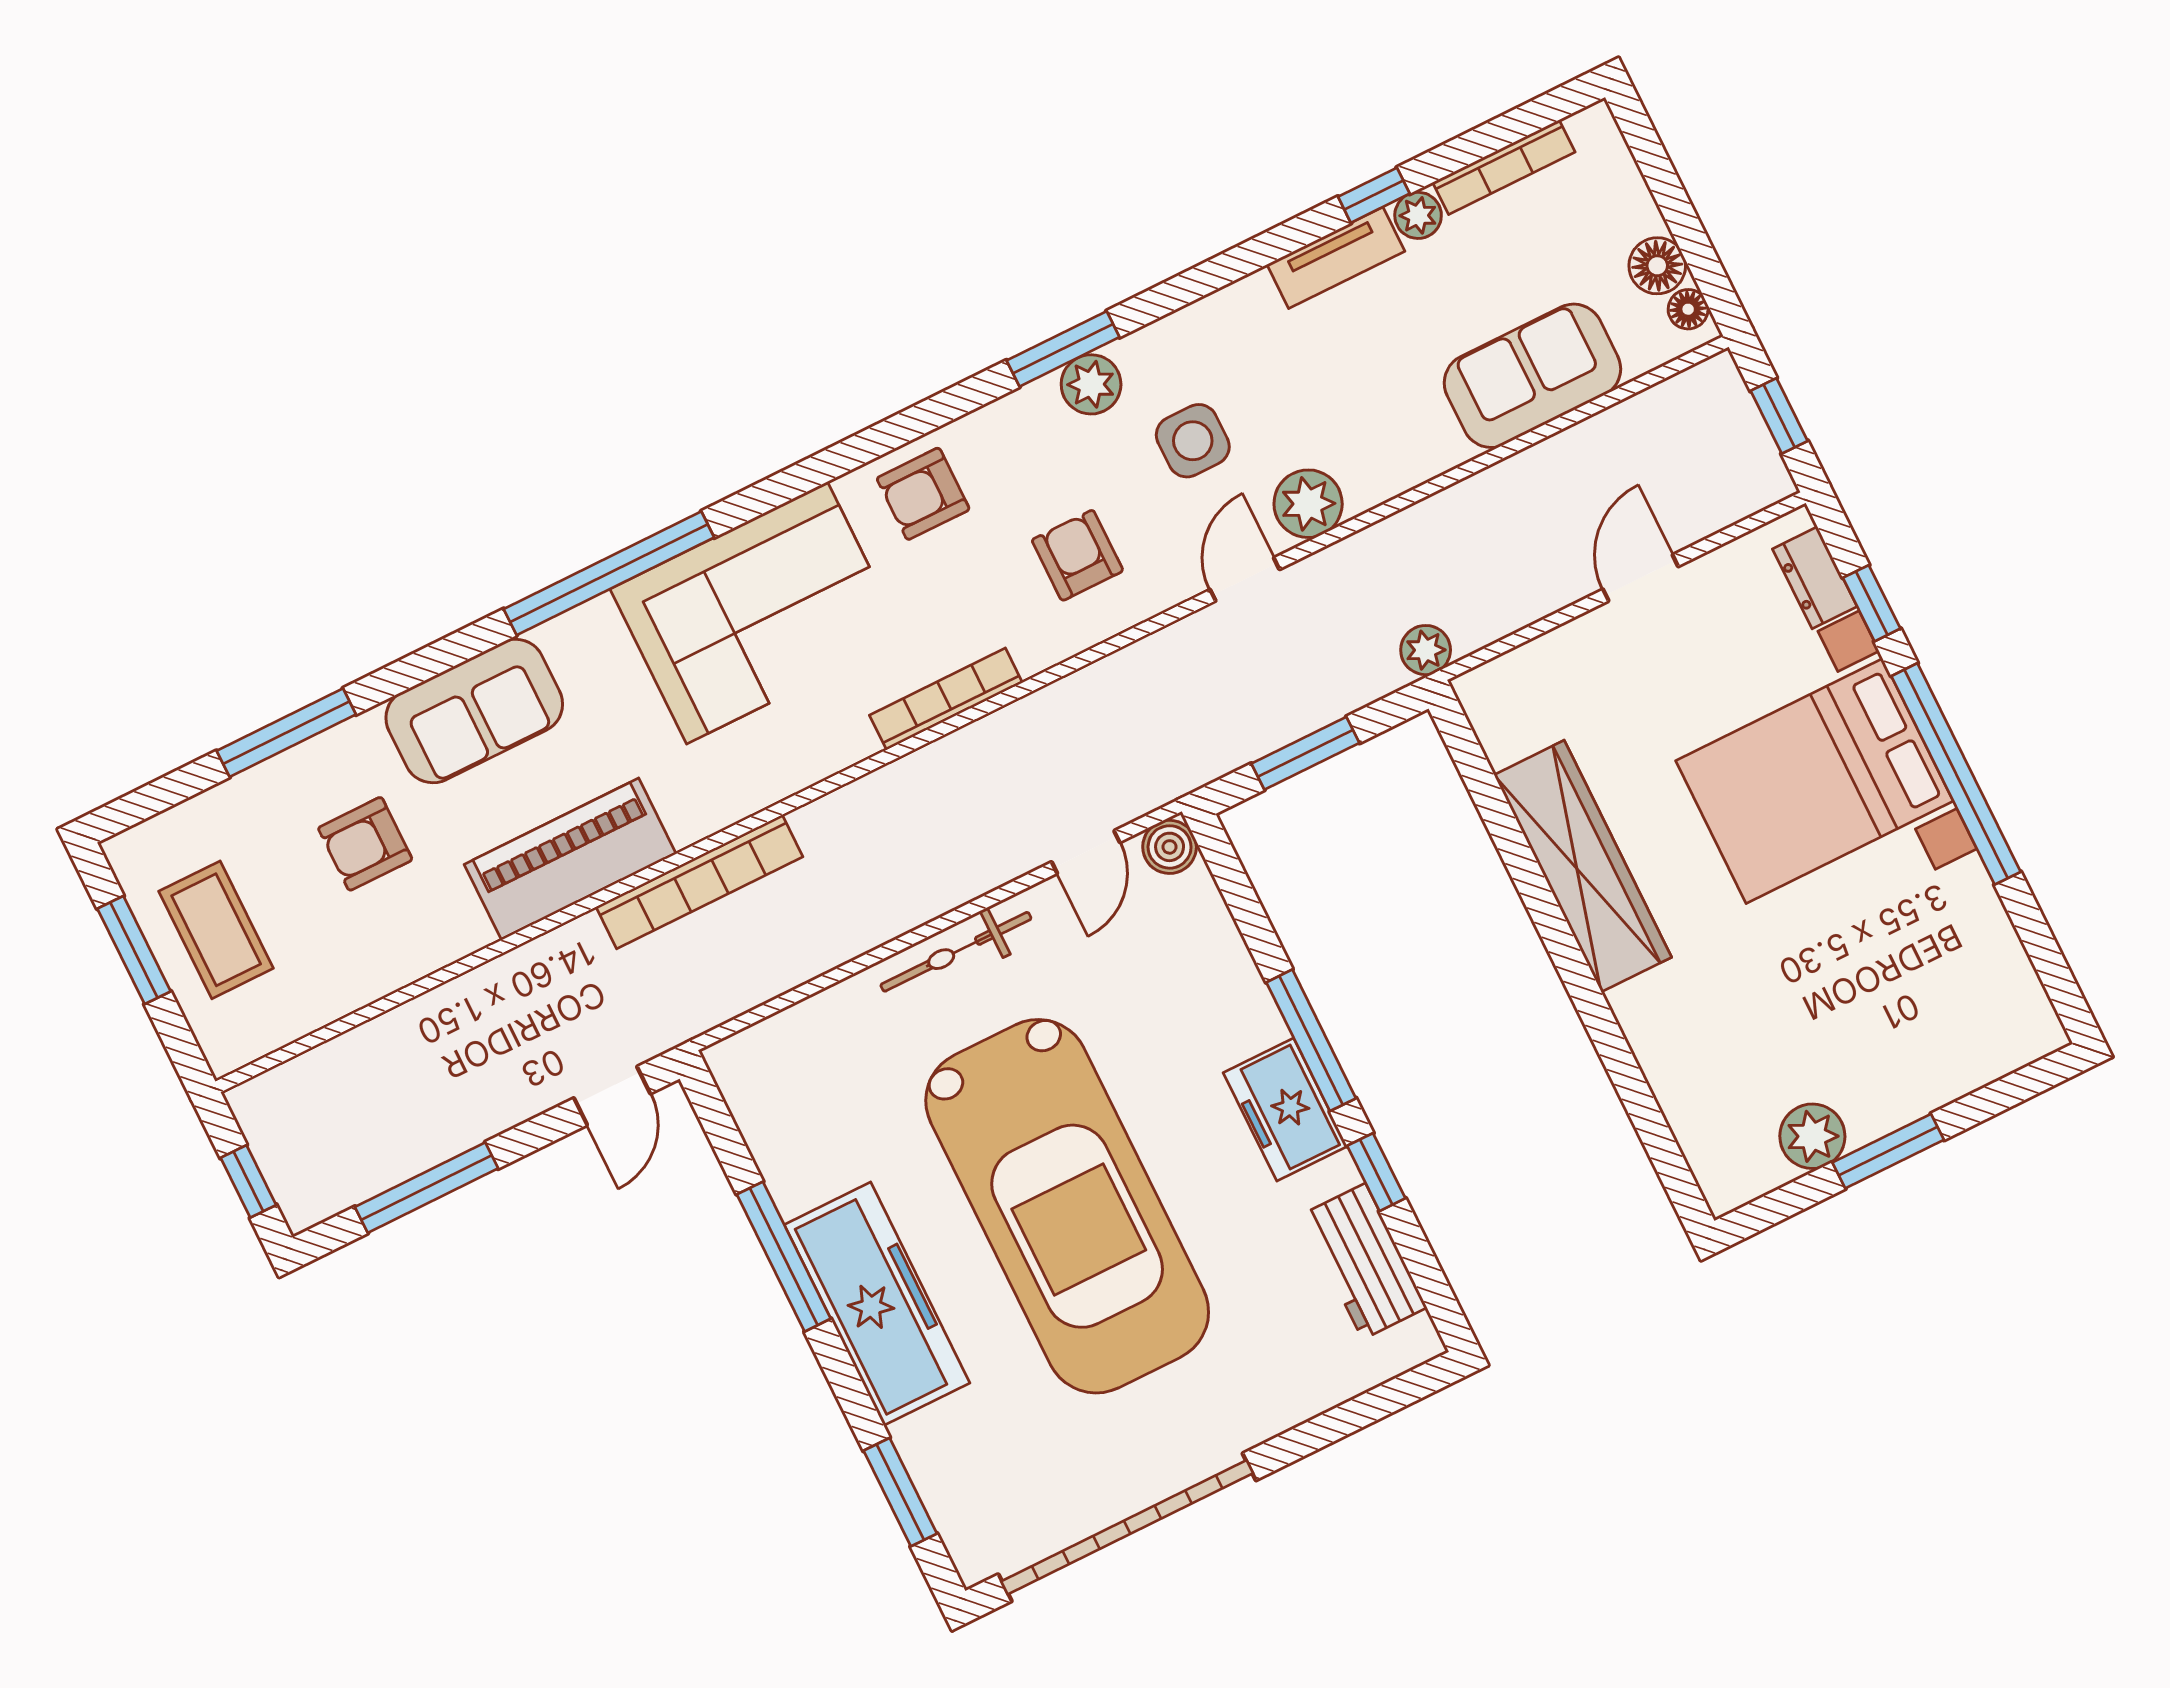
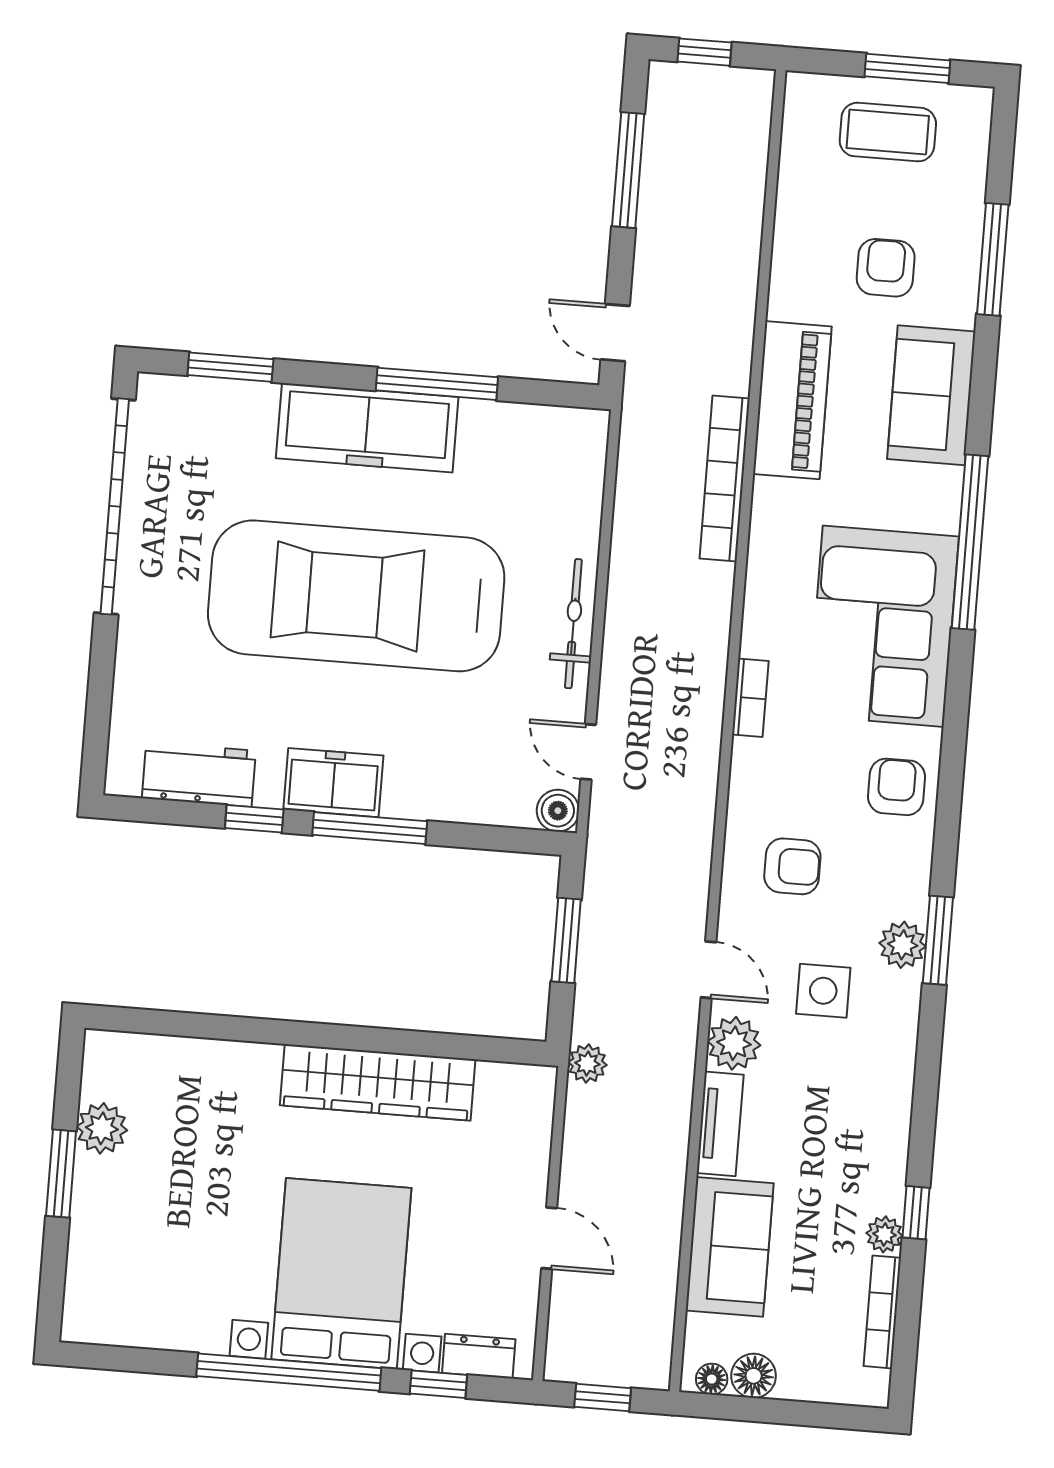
tv unit: (1336, 258) -> (720, 1124), moved, turned 180
bookcase: (946, 699) -> (750, 698), width x0.64

